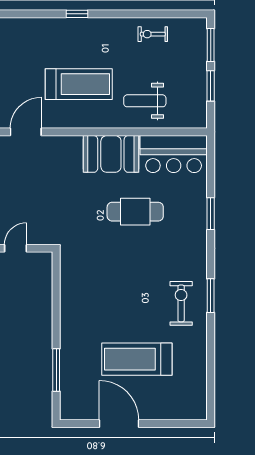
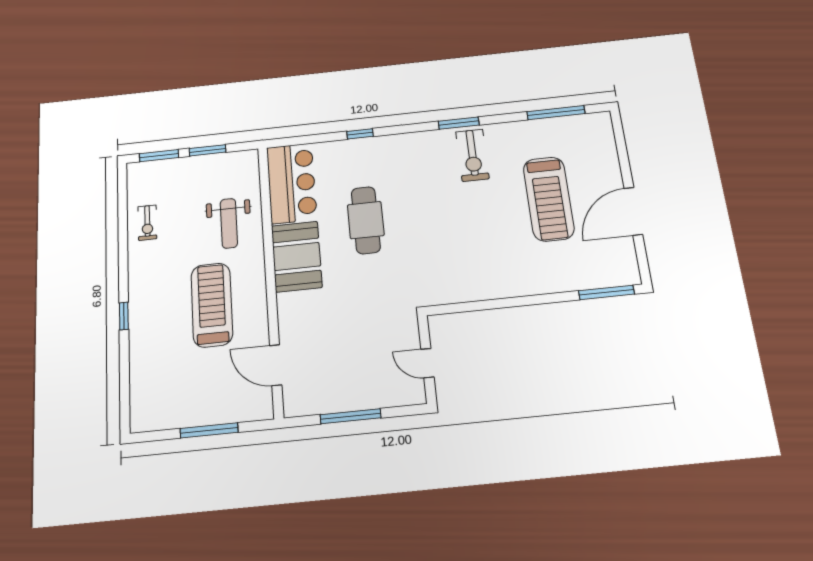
window: (211, 214) -> (360, 134), width x0.67
exercise bike: (181, 303) -> (472, 155), turned -90
window: (56, 370) -> (606, 292), moved
window: (211, 376) -> (556, 113), added

